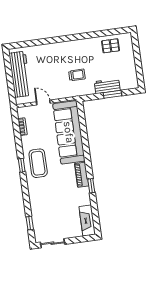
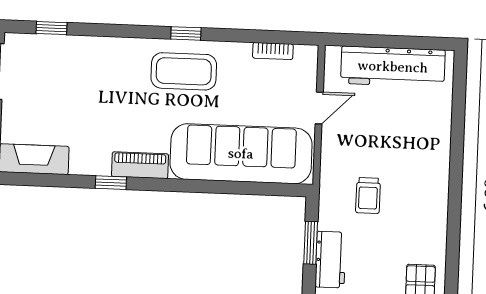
window: (112, 94) -> (311, 243), moved

